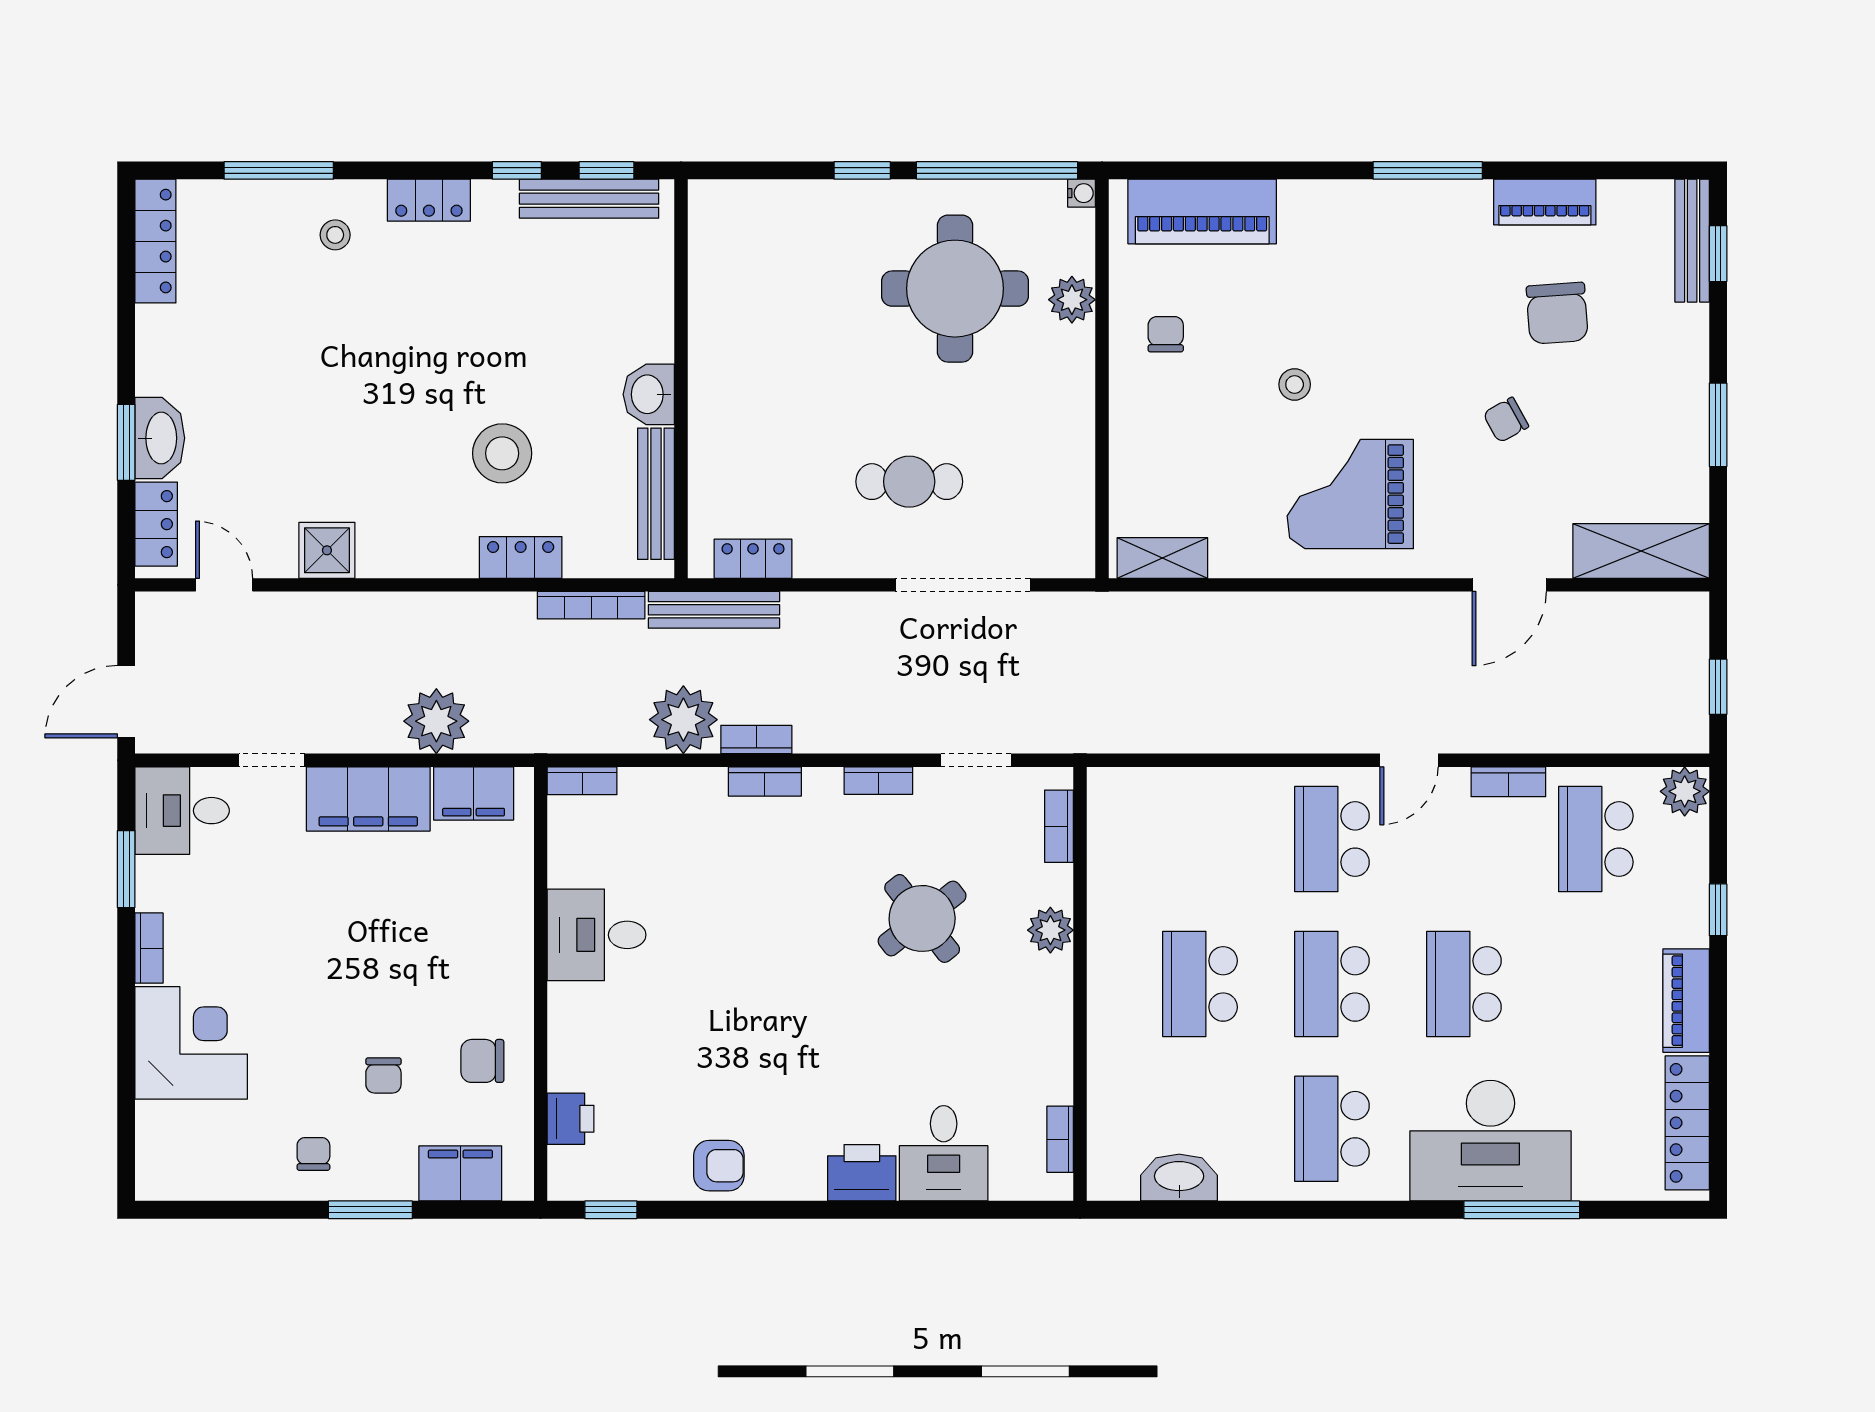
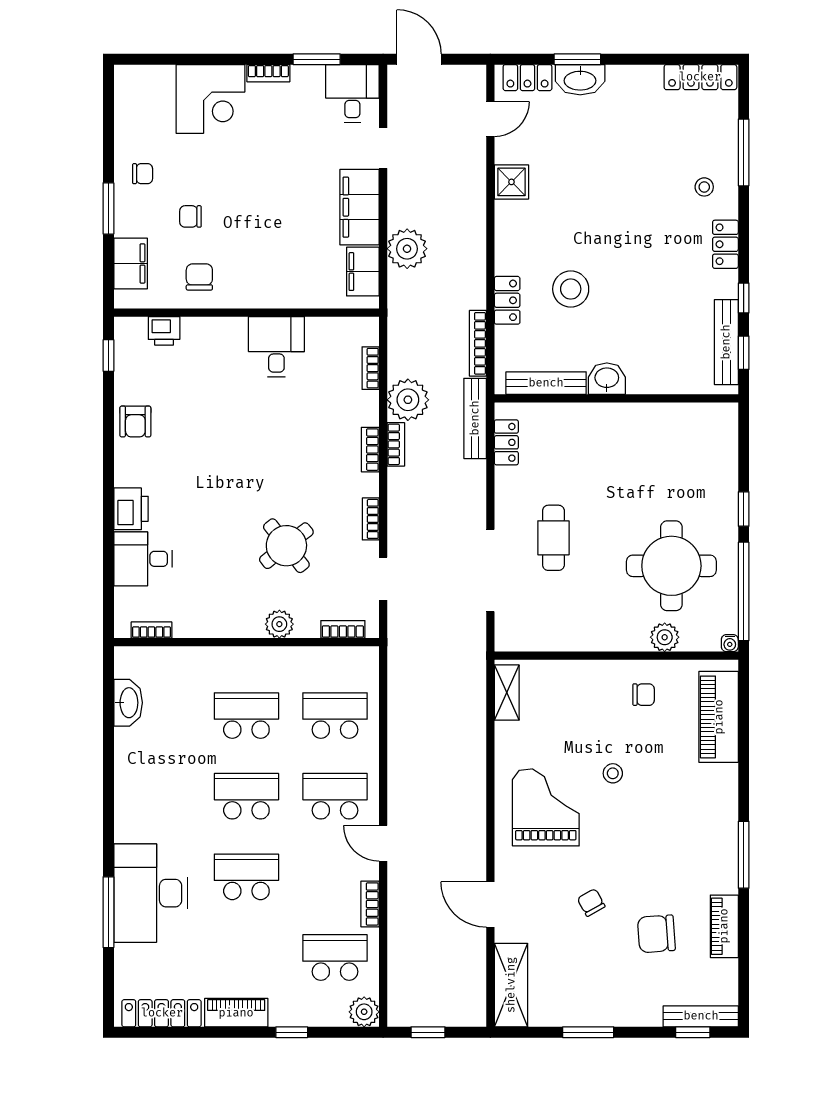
bookcase: (582, 781) -> (371, 368), moved
school desk: (1332, 1129) -> (335, 716), moved

